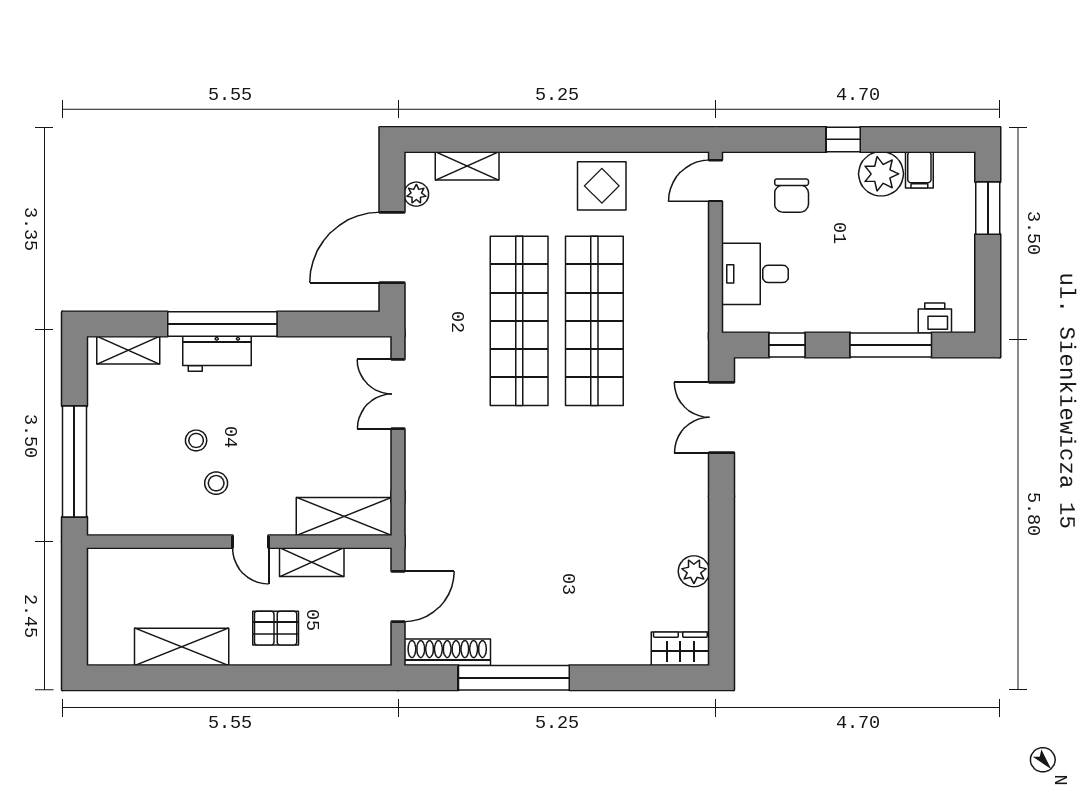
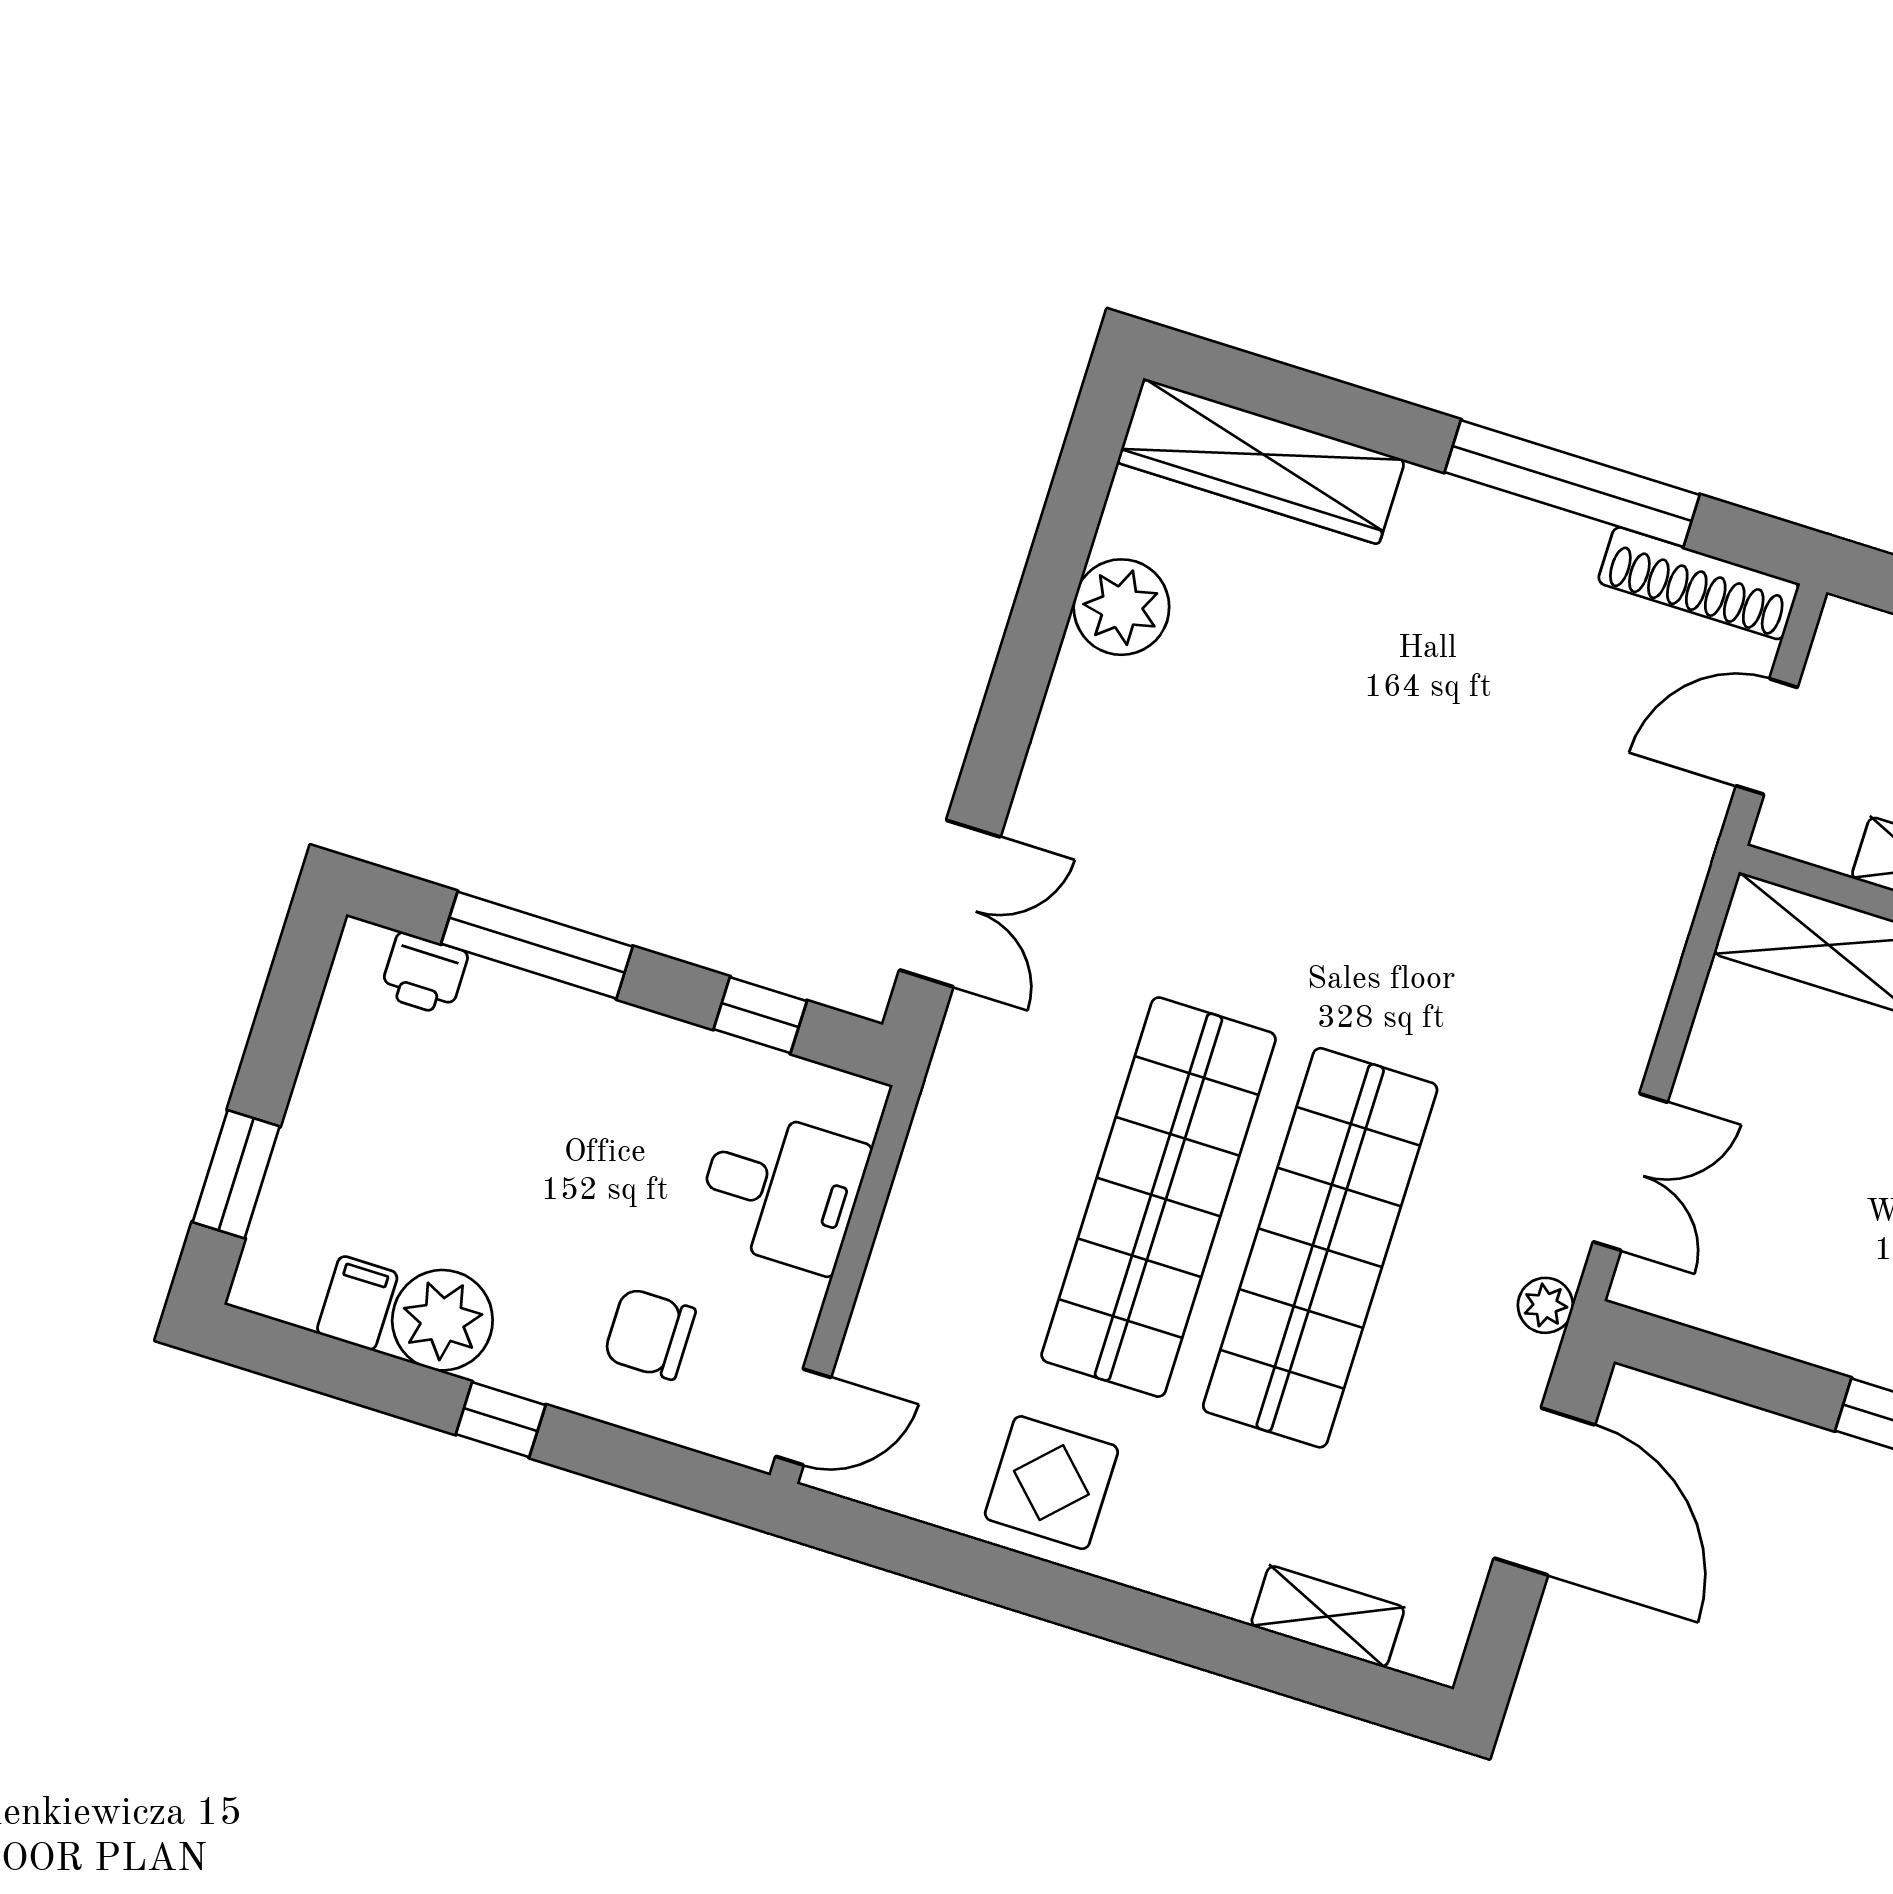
plant: (416, 194) -> (1545, 1305), moved
chair: (792, 196) -> (650, 1334), turned -90
door: (392, 247) -> (1544, 1491), hinge flipped
plant: (694, 571) -> (1121, 607), width x1.36, depth x1.36
wardrobe: (680, 649) -> (1261, 461), width x2.10, depth x1.17

